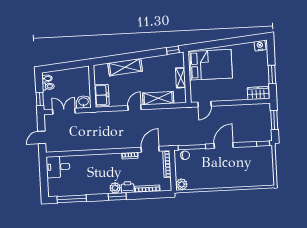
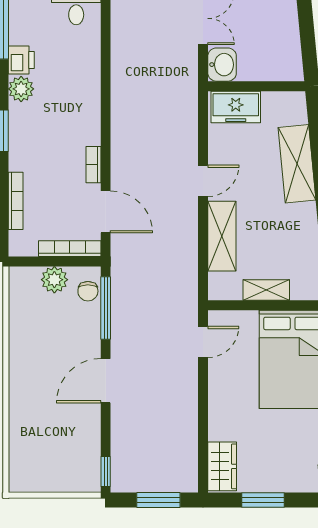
door: (205, 104) -> (203, 342), swing flipped
door: (134, 108) -> (203, 181), hinge flipped
door: (224, 146) -> (106, 381), swing flipped
plant: (181, 184) -> (54, 280), moved
printer: (128, 187) -> (21, 60), moved
plant: (115, 188) -> (21, 89), moved

